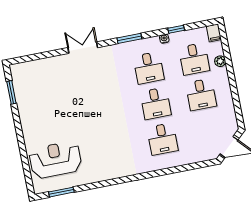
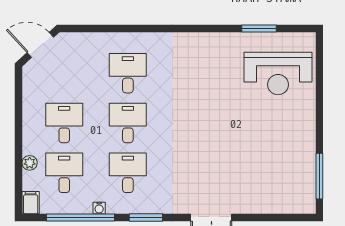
window: (176, 29) -> (81, 218), width x3.17
window: (11, 92) -> (319, 176), width x1.44
window: (61, 192) -> (259, 28), moved

